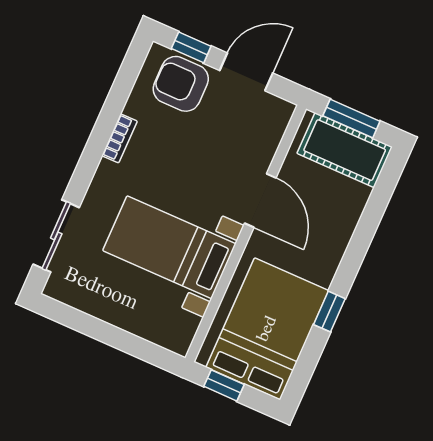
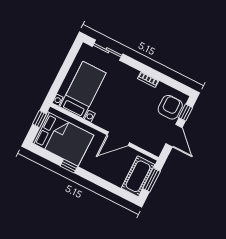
bed with nightstands: (169, 247) -> (83, 90), moved

